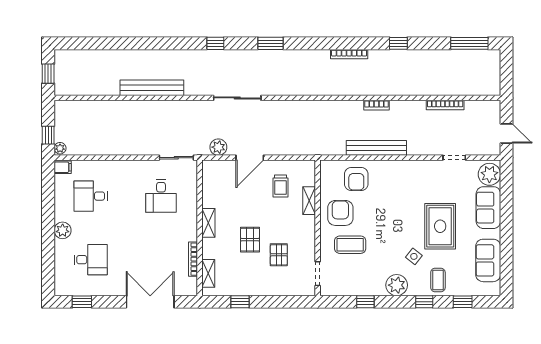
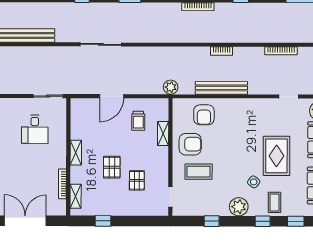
plant: (218, 147) -> (171, 87), moved
armchair: (340, 213) -> (190, 144), turned 90

